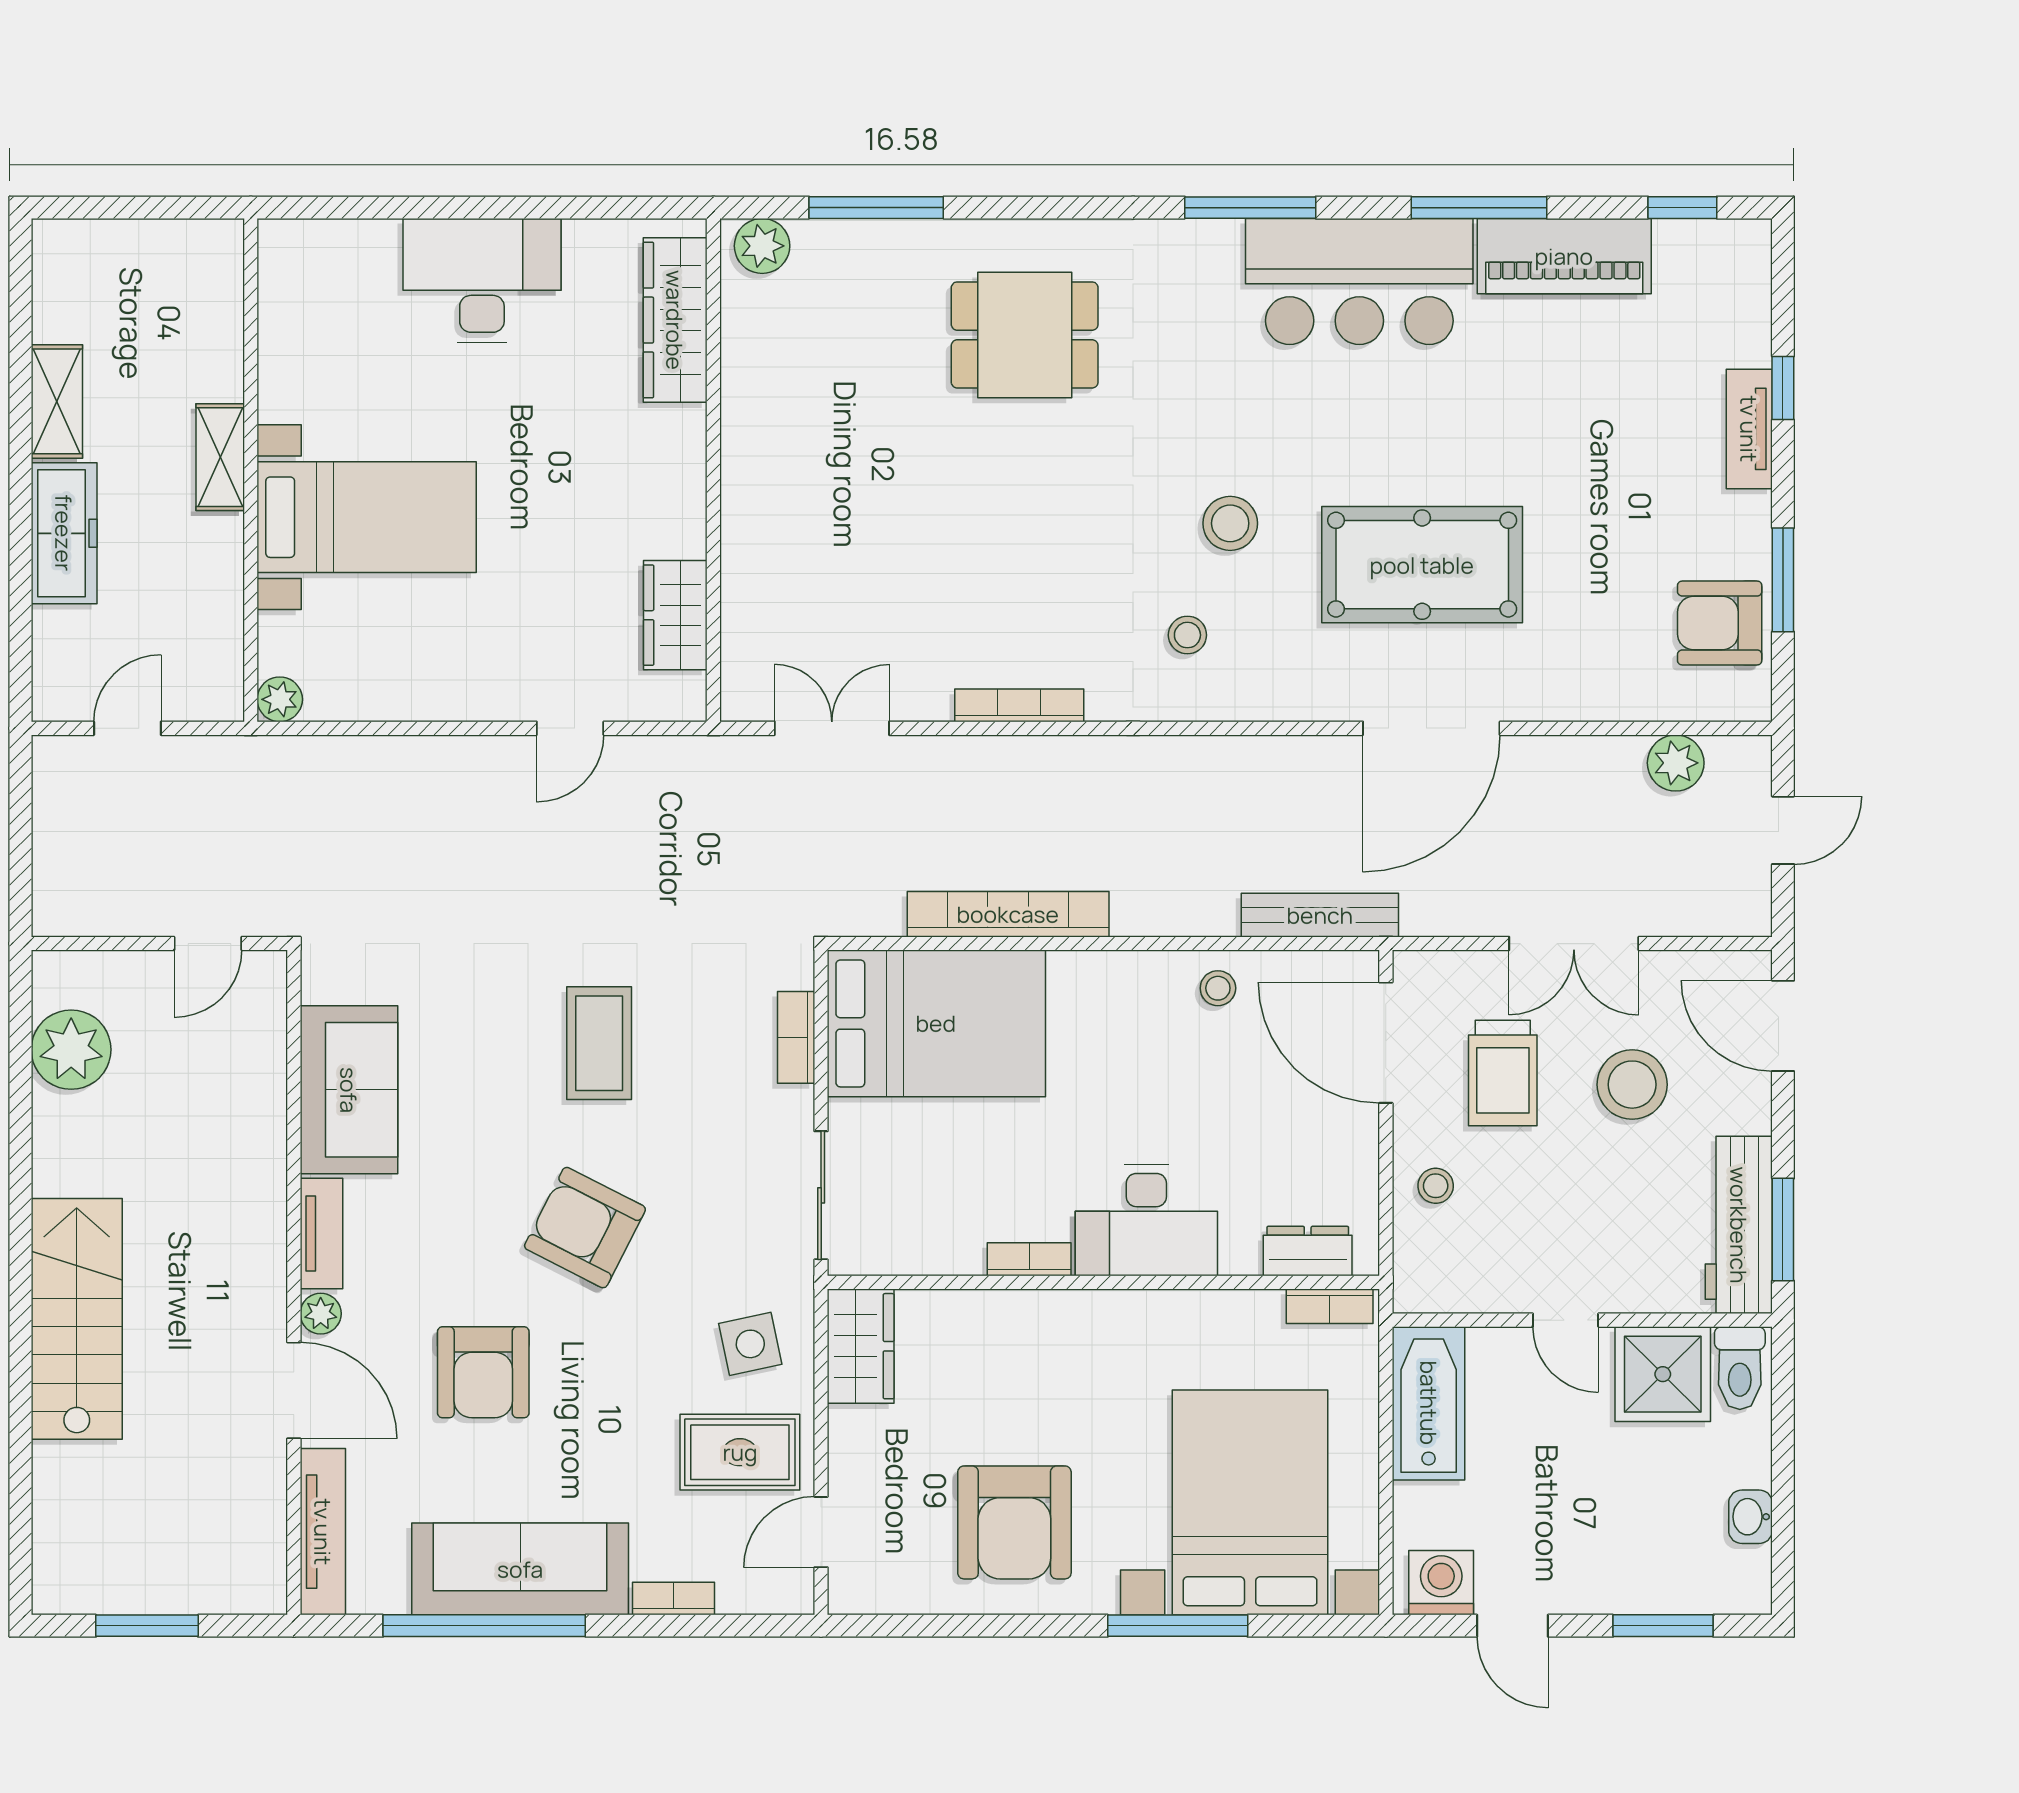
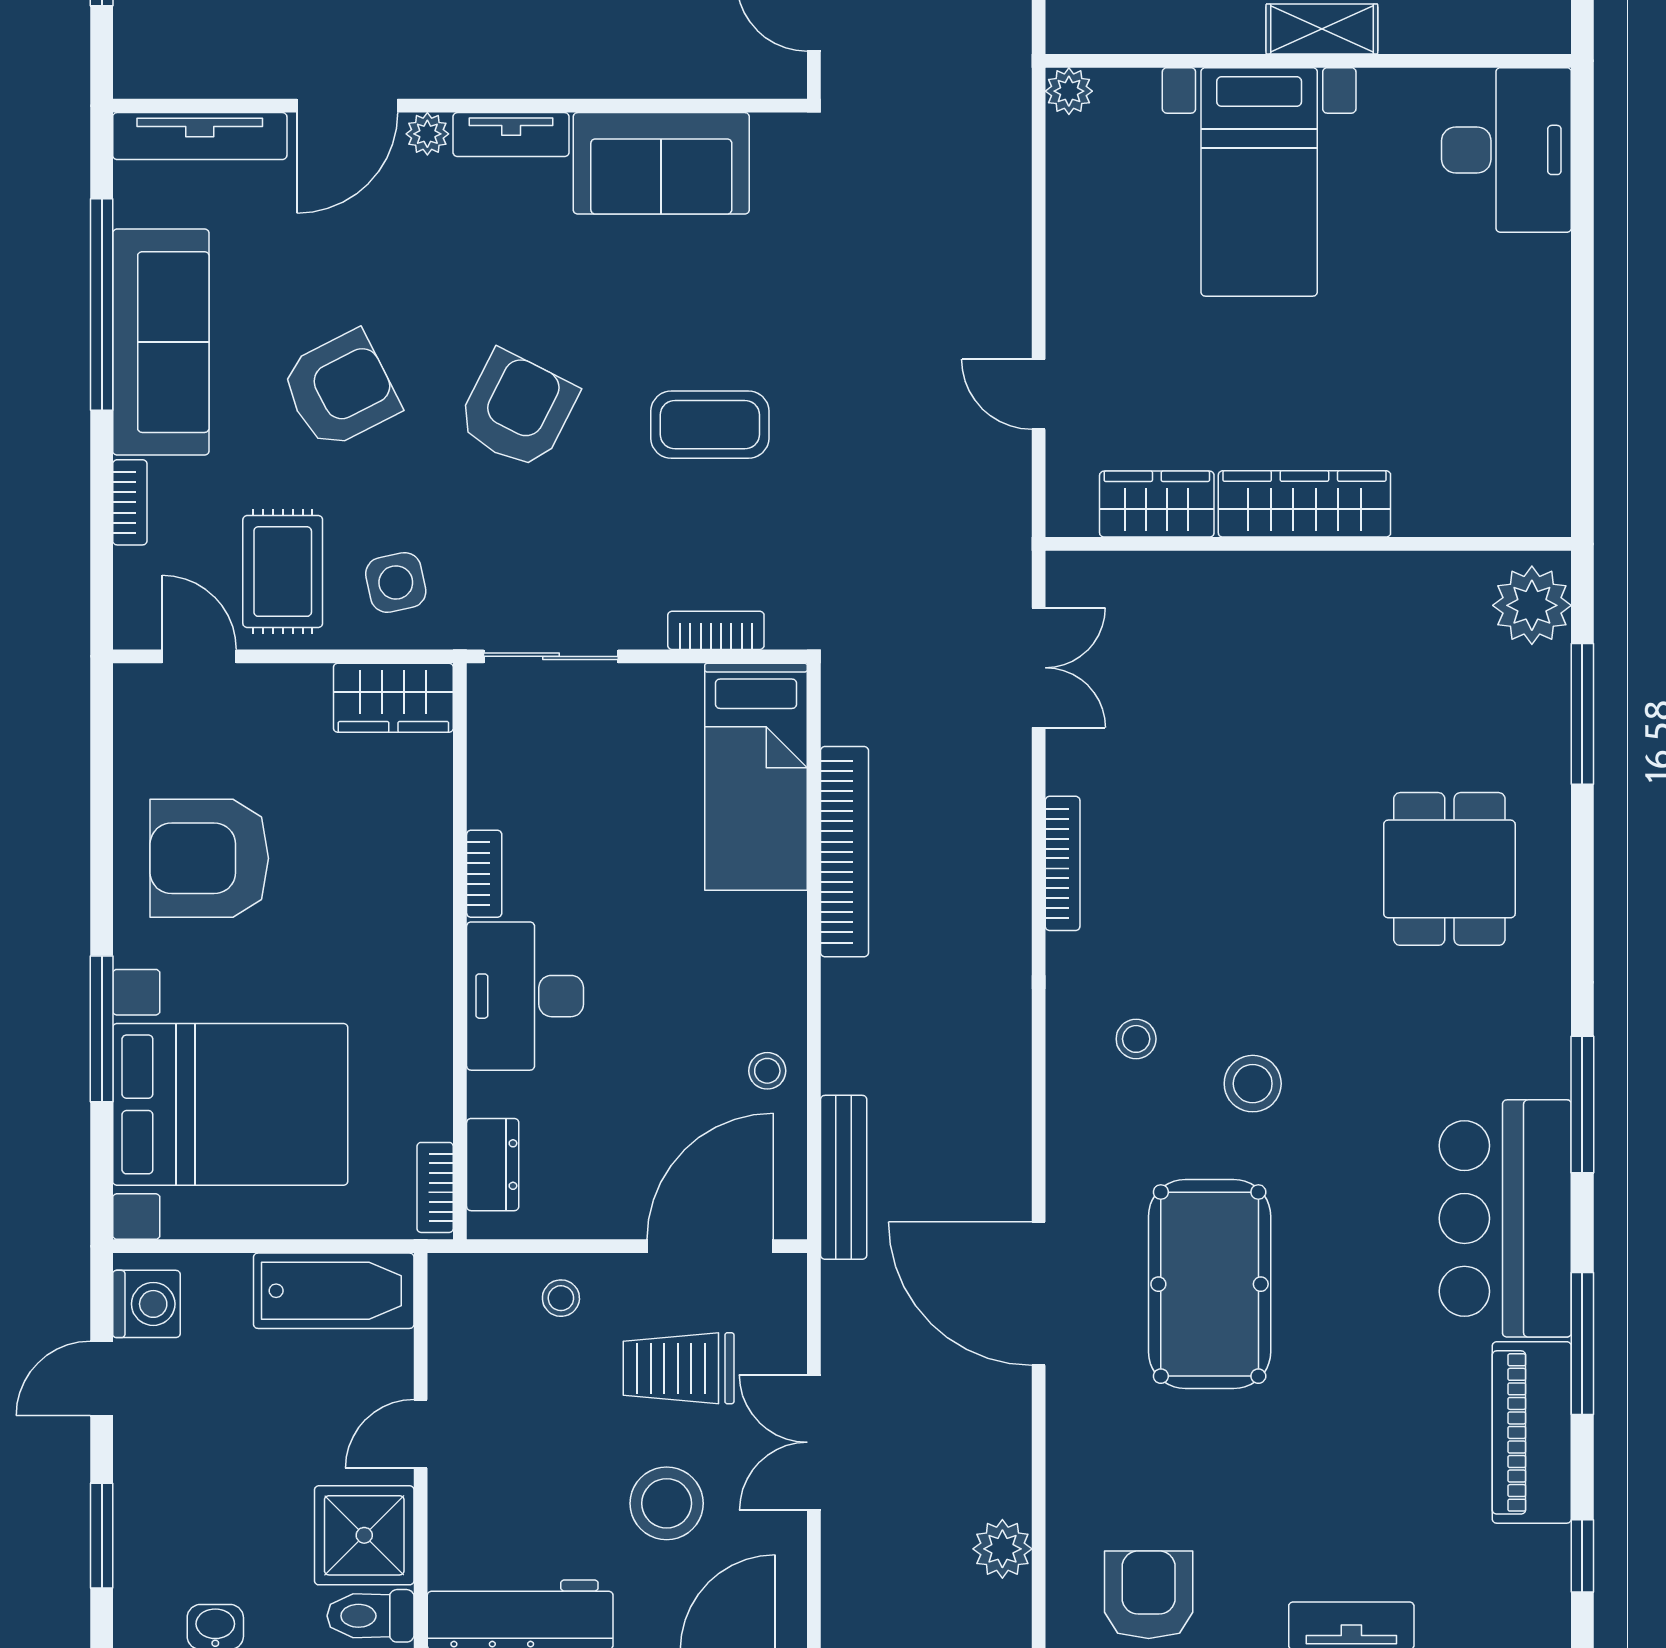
plant: (762, 246) -> (1532, 605), width x1.36, depth x1.36
desk: (482, 280) -> (1506, 150), moved
wardrobe: (675, 320) -> (1304, 504), moved
bed: (936, 1023) -> (756, 777), width x0.67
armchair: (483, 1372) -> (340, 390), moved, turned 153

